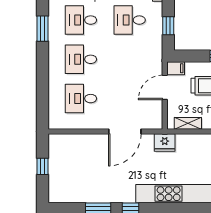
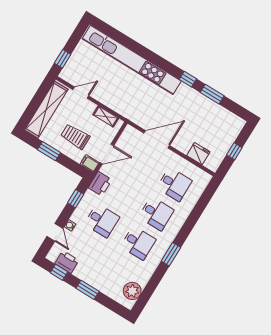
printer: (153, 55) -> (100, 184), added
fridge: (165, 143) -> (198, 154), moved

